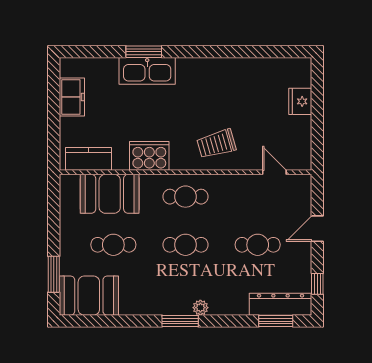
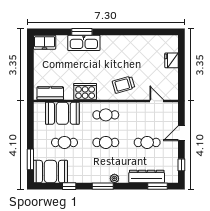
freezer: (72, 97) -> (45, 42), moved, turned 90
dresser: (281, 304) -> (147, 177), moved
window: (122, 321) -> (69, 186), added

